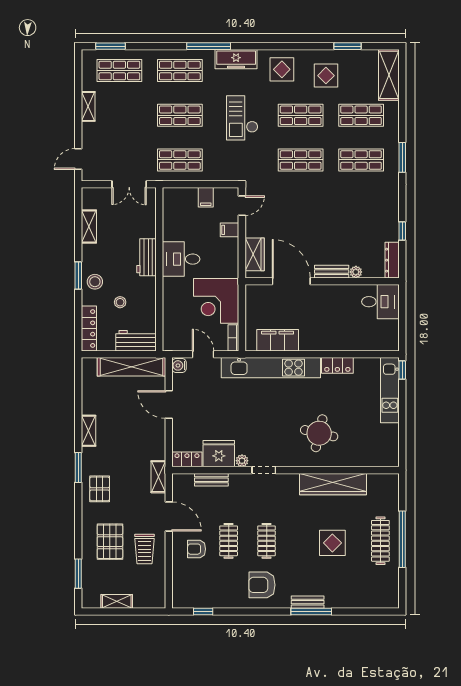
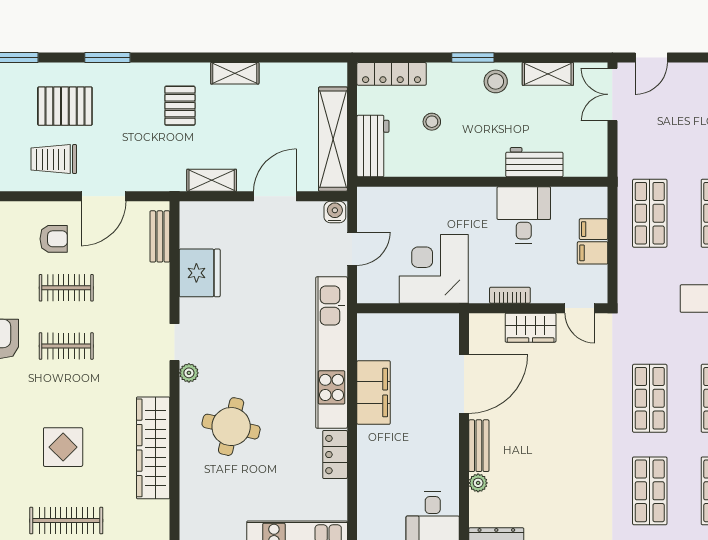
door: (78, 159) -> (651, 58), swing flipped
double door: (129, 184) -> (612, 94), moved
filing cabinet: (229, 230) -> (594, 229), moved, turned -90
wardrobe: (255, 254) -> (531, 328), moved
workbench: (146, 257) -> (534, 162), moved
desk: (181, 259) -> (524, 215), moved
stool: (95, 282) -> (496, 81), moved
bookcase: (233, 338) -> (510, 295), moved
filing cabinet: (278, 340) -> (374, 393), moved
locker: (187, 459) -> (191, 224), removed
plant: (242, 461) -> (189, 373), moved
window: (78, 468) -> (107, 58), moved
shelving: (158, 477) -> (212, 180), moved
bench: (211, 480) -> (160, 236), moved
pallet: (100, 489) -> (180, 106), moved, turned 90
armchair: (197, 549) -> (54, 239), turned 90

